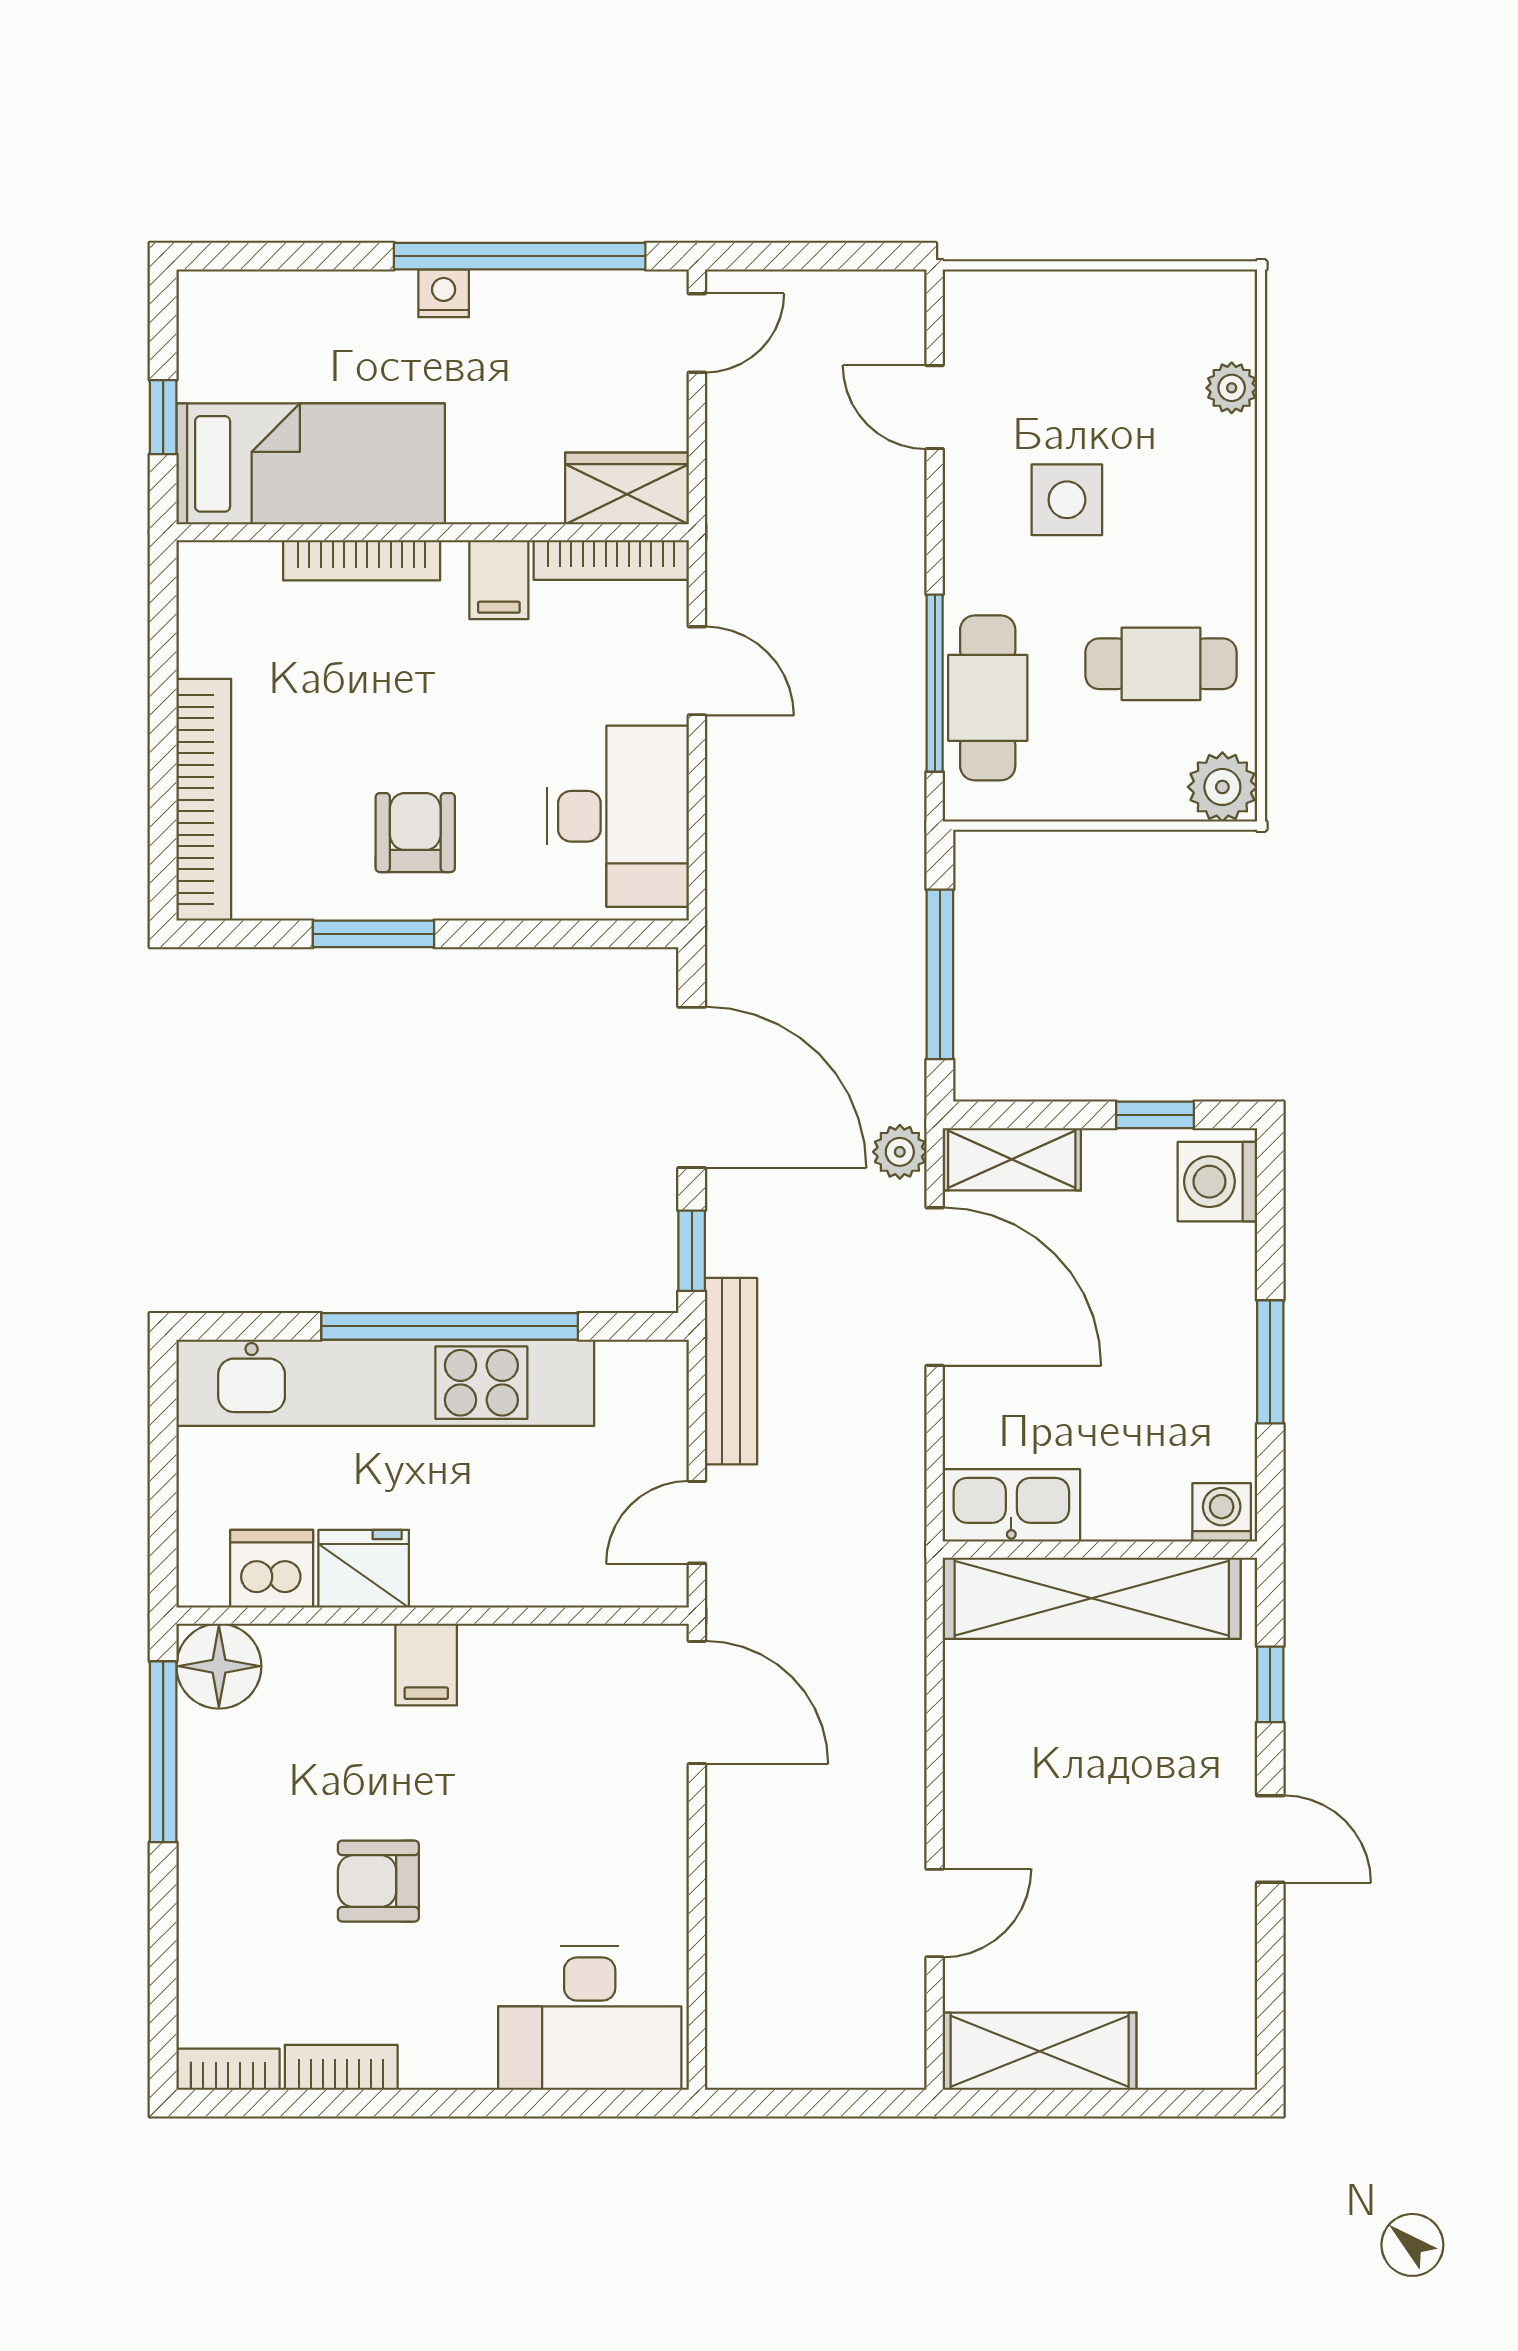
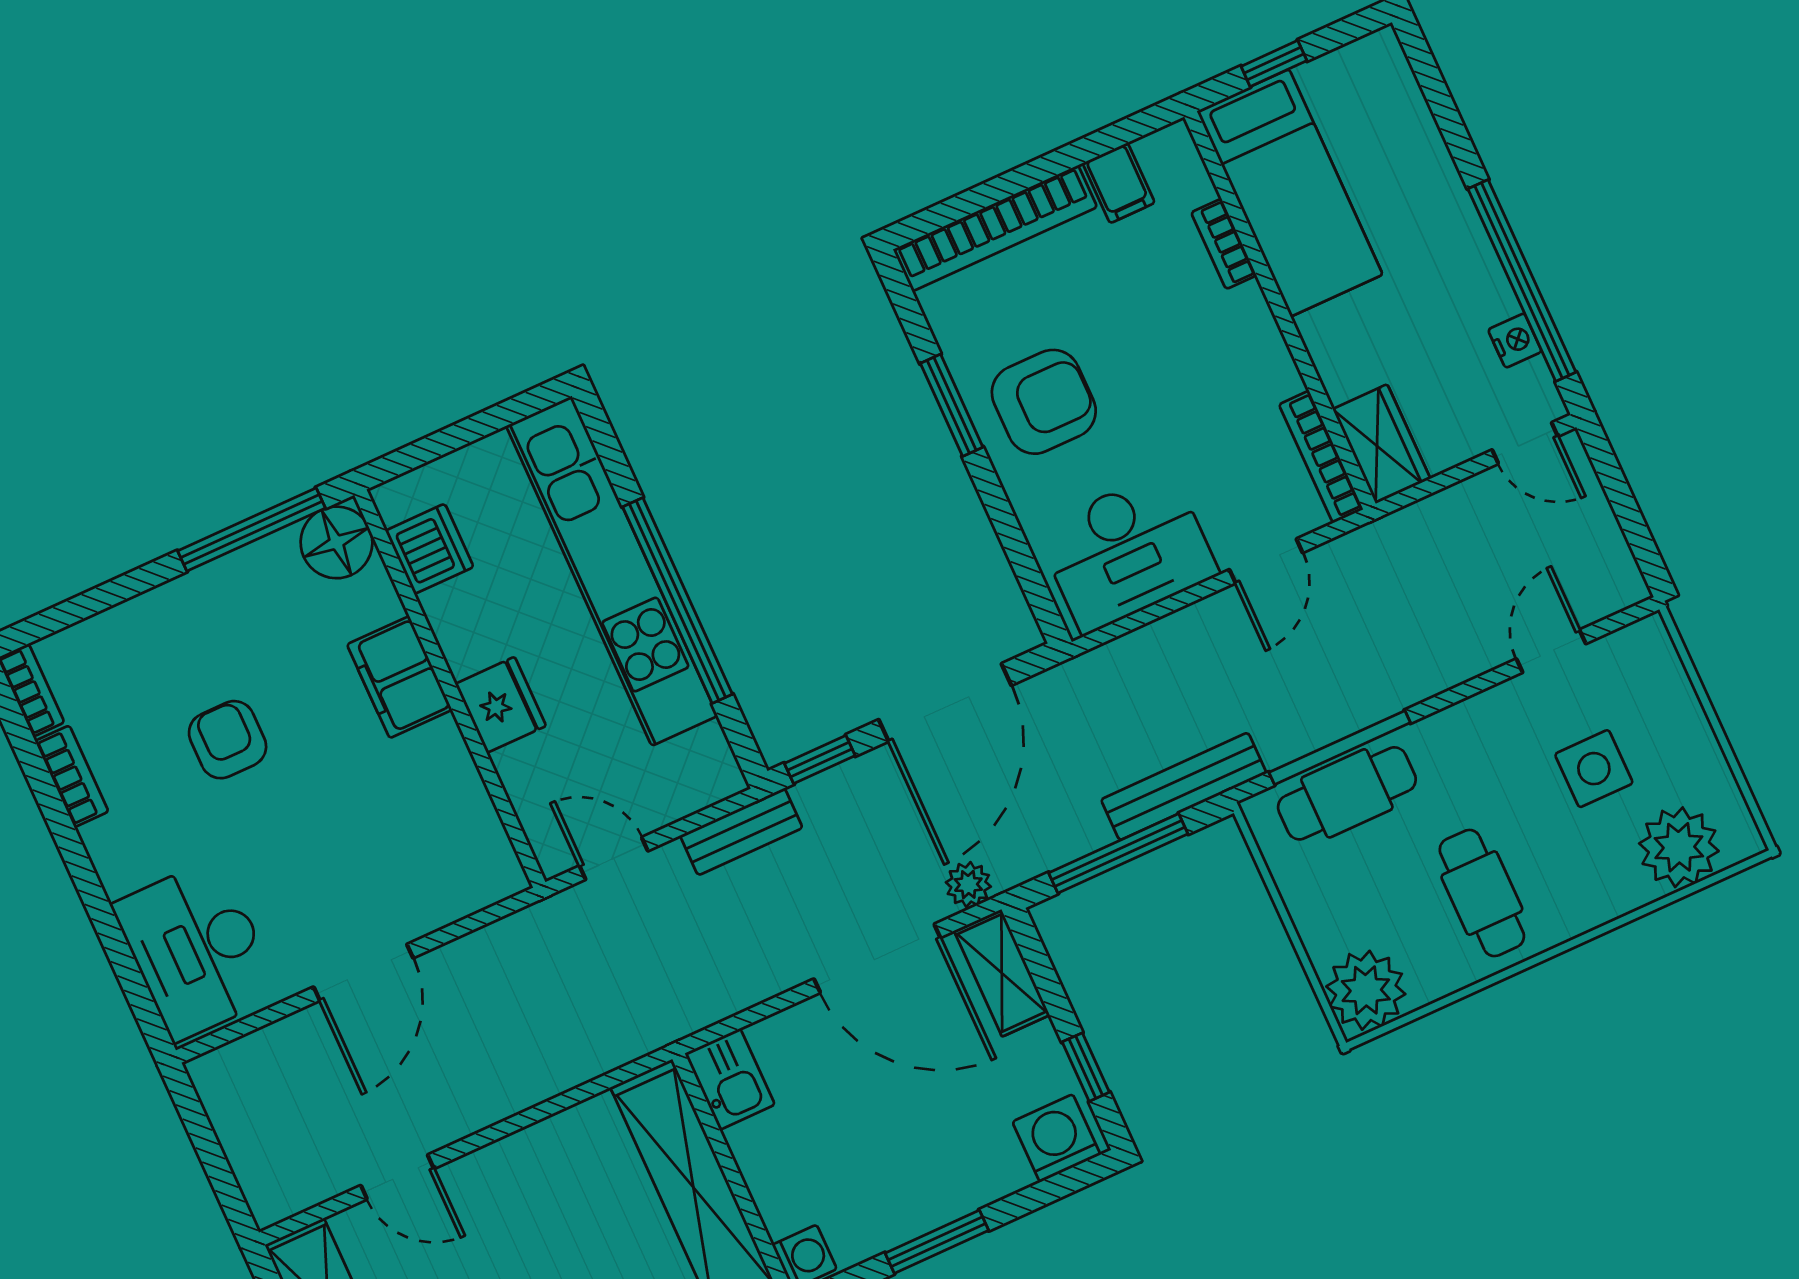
nightstand: (444, 293) -> (1515, 341), moved
plant: (1232, 388) -> (1679, 847), width x1.87, depth x1.87
side table: (1067, 500) -> (1594, 769), moved
bookcase: (362, 560) -> (1224, 244), width x0.64
filing cabinet: (499, 580) -> (1119, 183), moved, turned -90
cafe table: (1161, 664) -> (1482, 893), moved
plant: (1222, 787) -> (1366, 990), width x1.36, depth x1.36
armchair: (415, 833) -> (1044, 402), width x1.38, depth x1.38
bench: (900, 871) -> (1184, 786), added
door: (935, 1287) -> (877, 958), hinge flipped
bench: (731, 1371) -> (741, 832), width x0.73
kitchen sink: (1011, 1505) -> (730, 1079), width x0.73
fridge: (364, 1569) -> (501, 705), moved
filing cabinet: (426, 1665) -> (399, 677), width x2.00
door: (697, 1703) -> (363, 972), moved

